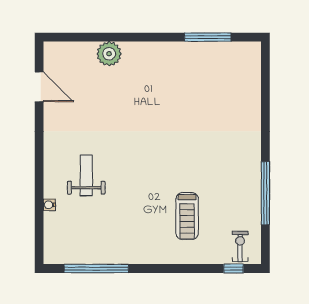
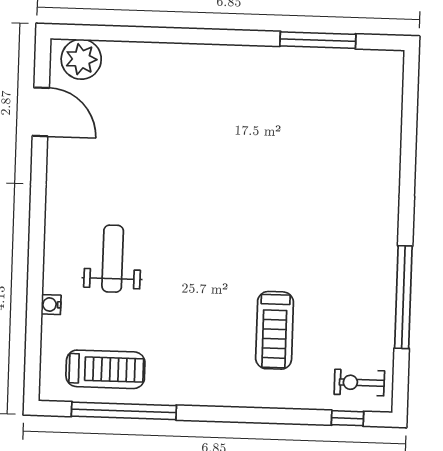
plant: (109, 54) -> (81, 59), moved
treadmill: (84, 243) -> (105, 369), added
exercise bike: (240, 246) -> (359, 383), turned -90

